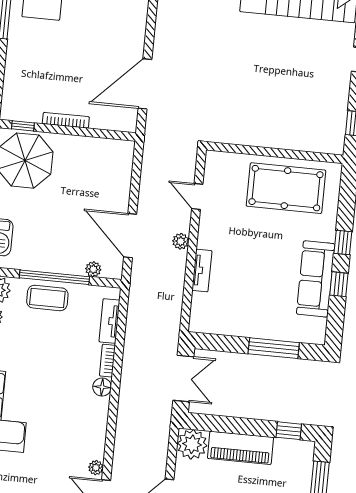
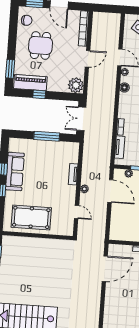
window: (274, 348) -> (47, 136), moved
floor lamp: (102, 387) -> (124, 87), moved
window: (289, 431) -> (39, 94), moved
piano: (241, 448) -> (30, 83), moved

